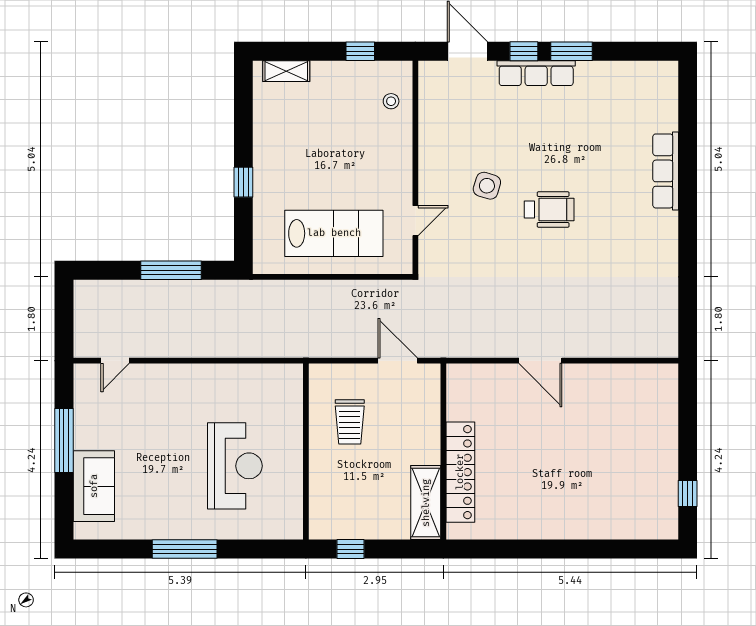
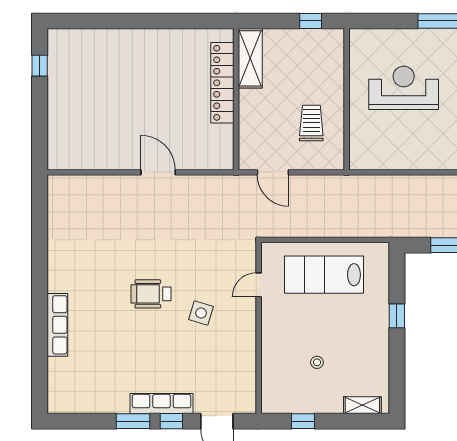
stool: (391, 101) -> (317, 362), moved
reception desk: (235, 466) -> (404, 88), turned 90

